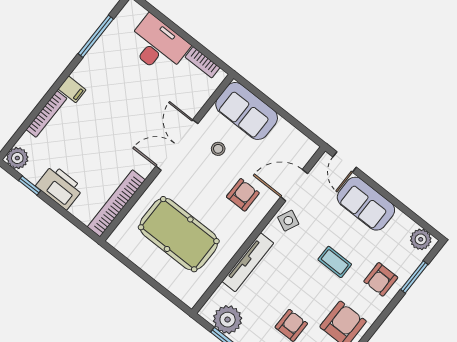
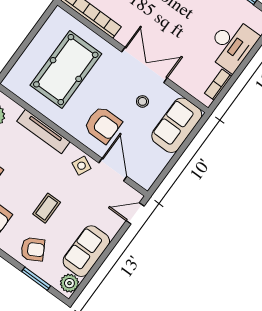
armchair: (243, 195) -> (103, 125), width x1.38, depth x1.38
sofa: (366, 204) -> (86, 251), moved
armchair: (381, 279) -> (33, 249), turned 151

